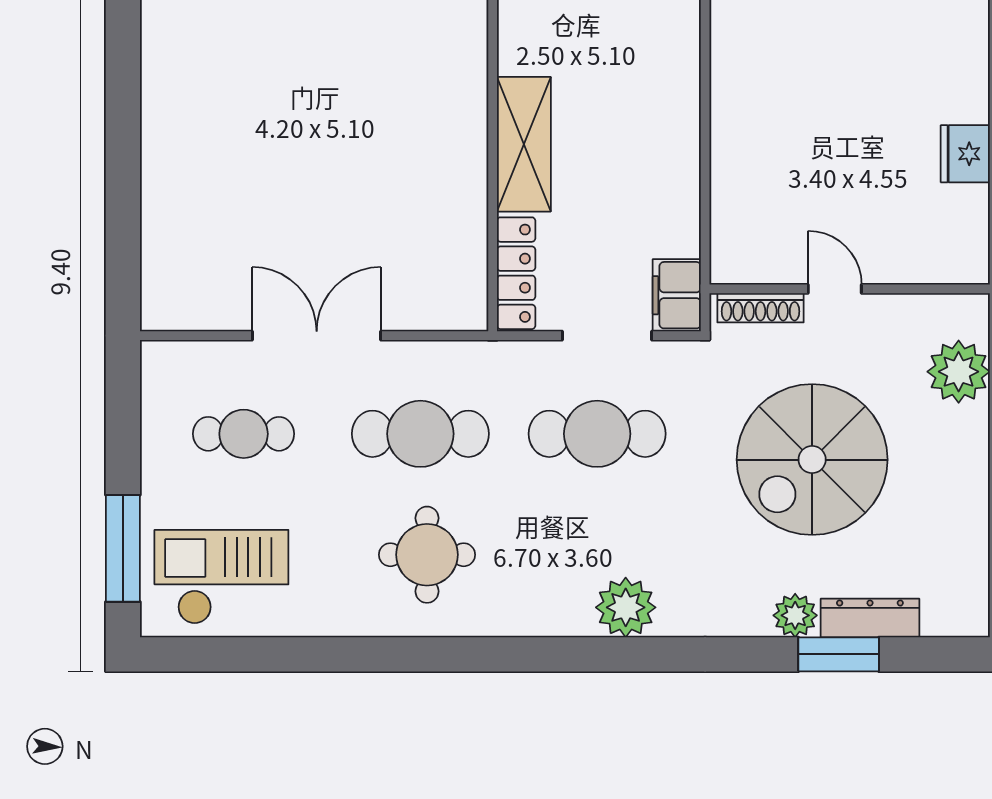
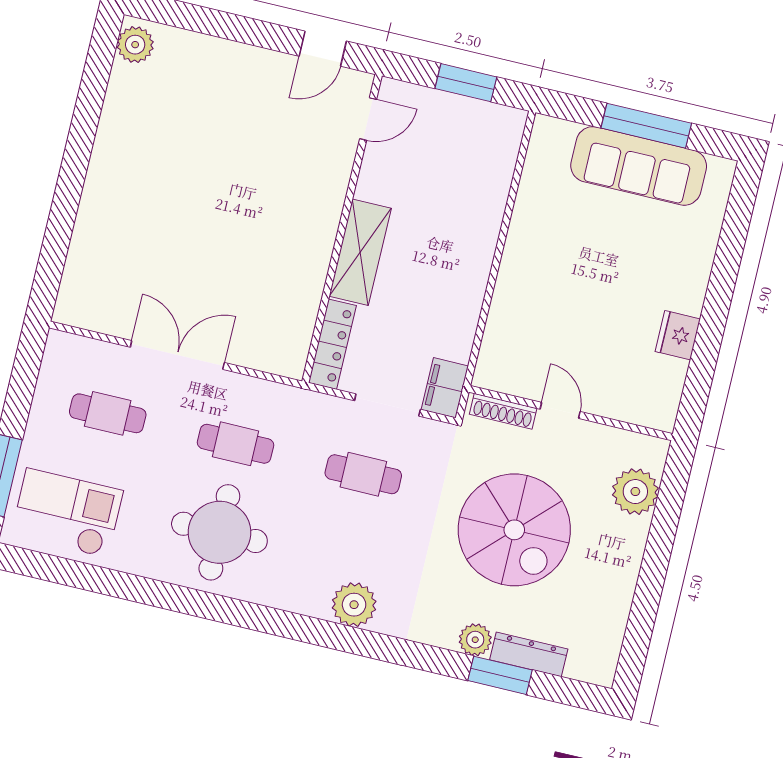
cafe table: (420, 434) -> (235, 444), width x0.73, depth x0.74
cafe table: (597, 434) -> (363, 474), width x0.73, depth x0.74
spiral stairs: (812, 460) -> (514, 530), turned -90
round table: (427, 555) -> (219, 532), width x1.36, depth x1.36

